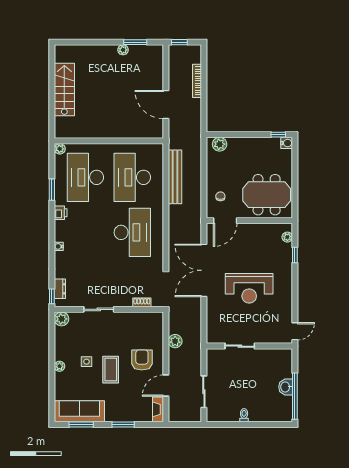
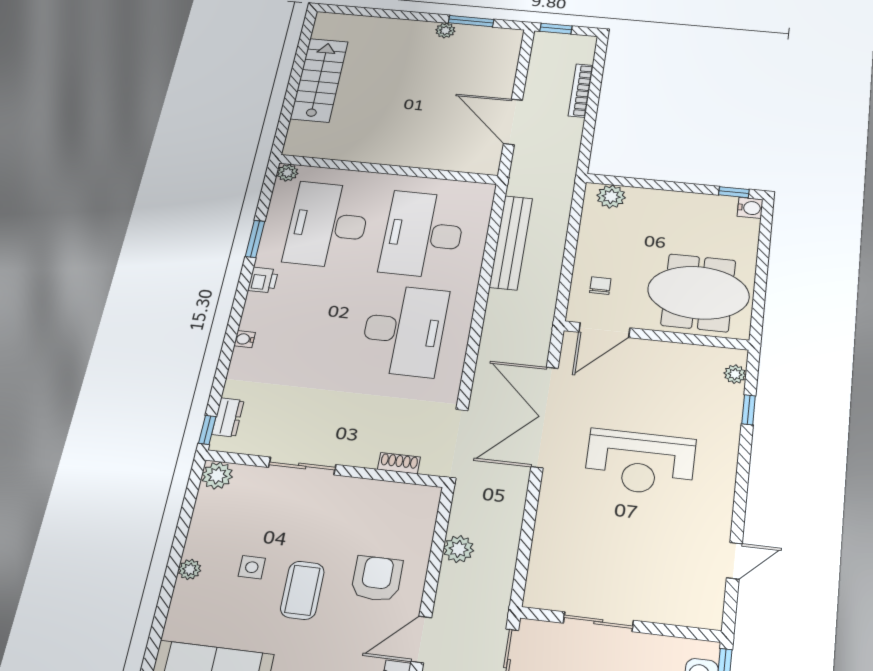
sliding door: (240, 346) -> (598, 622), moved
wall: (249, 346) -> (621, 624), moved

